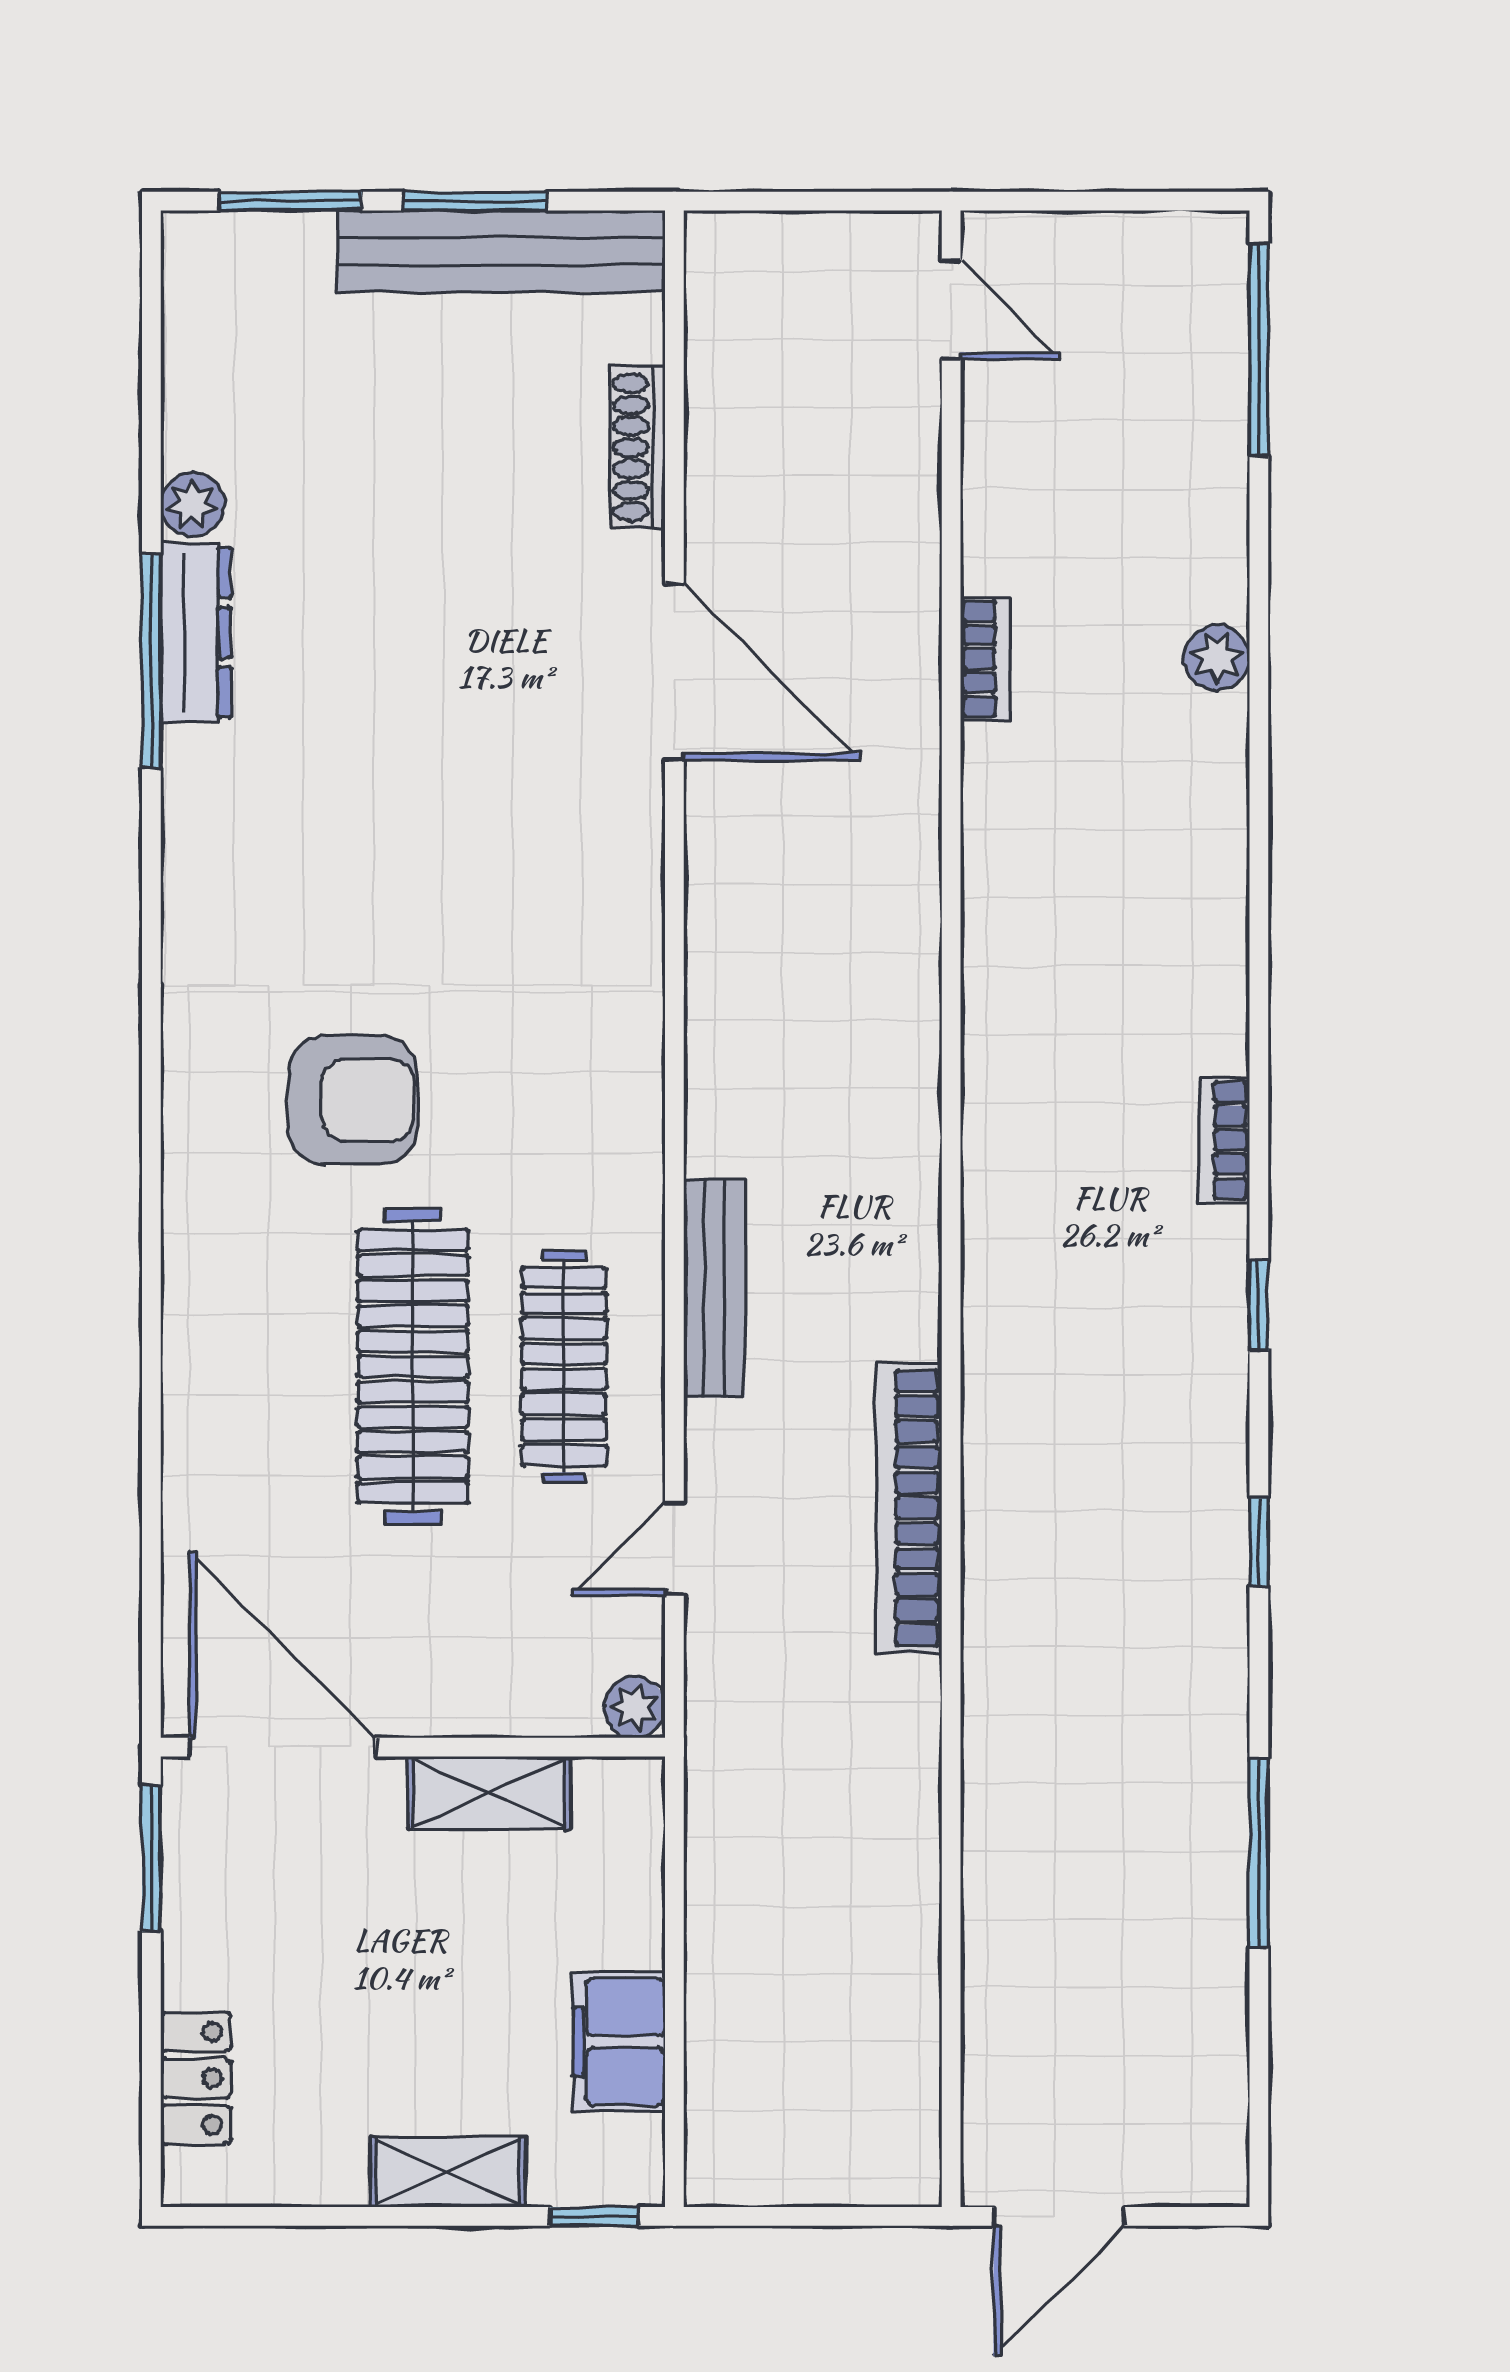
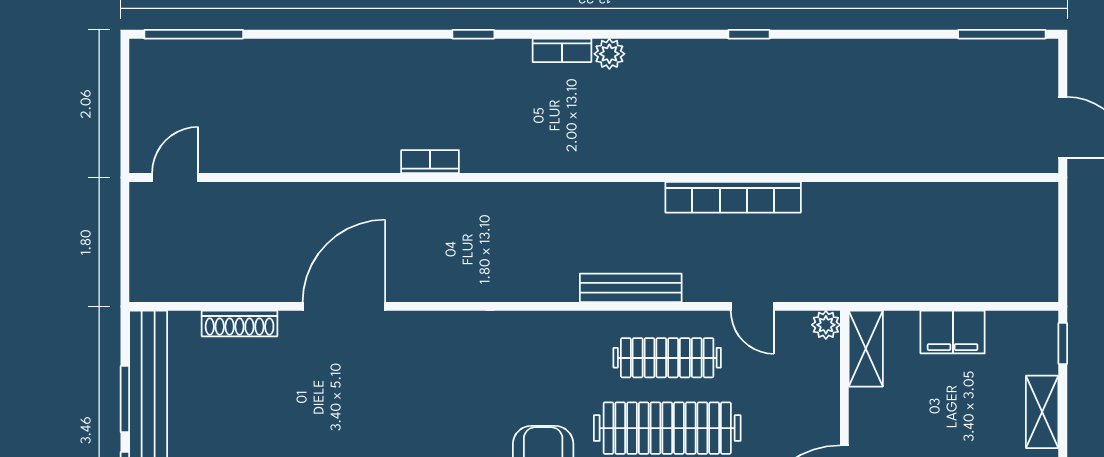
plant: (1217, 658) -> (609, 54), moved
bookcase: (985, 659) -> (430, 162), moved
window: (1259, 1305) -> (473, 34), moved
shelving: (489, 1793) -> (866, 349), moved
window: (1259, 1853) -> (1002, 34), moved
filing cabinet: (619, 2042) -> (953, 332), moved

